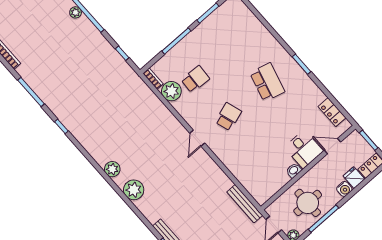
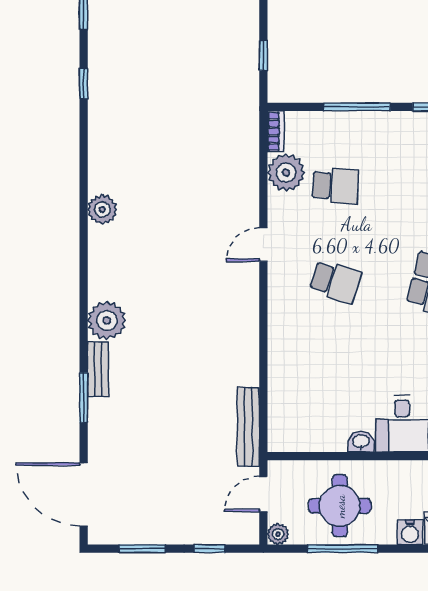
school desk: (228, 117) -> (335, 281), turned 36
door: (197, 138) -> (263, 245), moved
plant: (134, 190) -> (107, 320), moved

